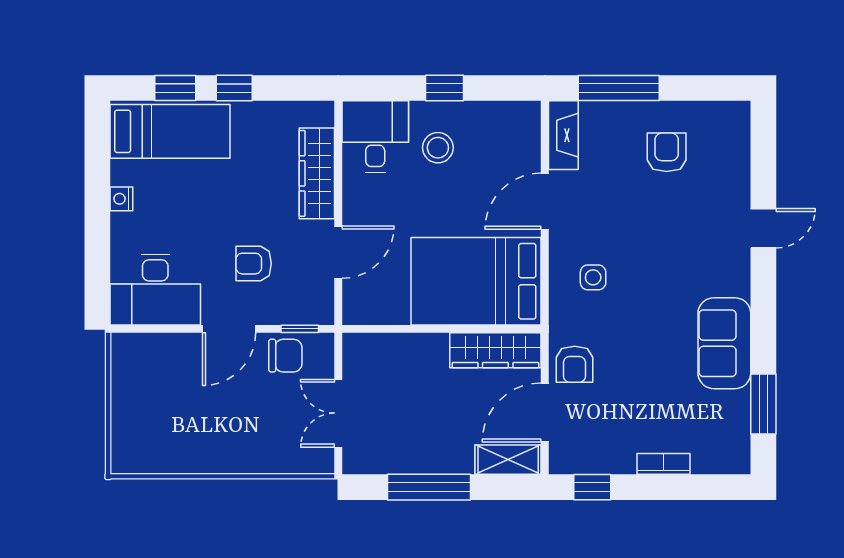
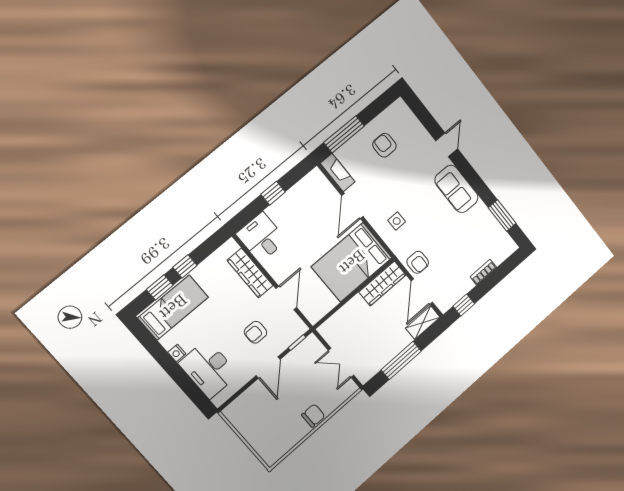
stool: (438, 148) -> (291, 220), removed
desk: (155, 290) -> (209, 369), moved, turned 90
sofa: (724, 343) -> (456, 189), moved
chair: (285, 356) -> (313, 416), moved

